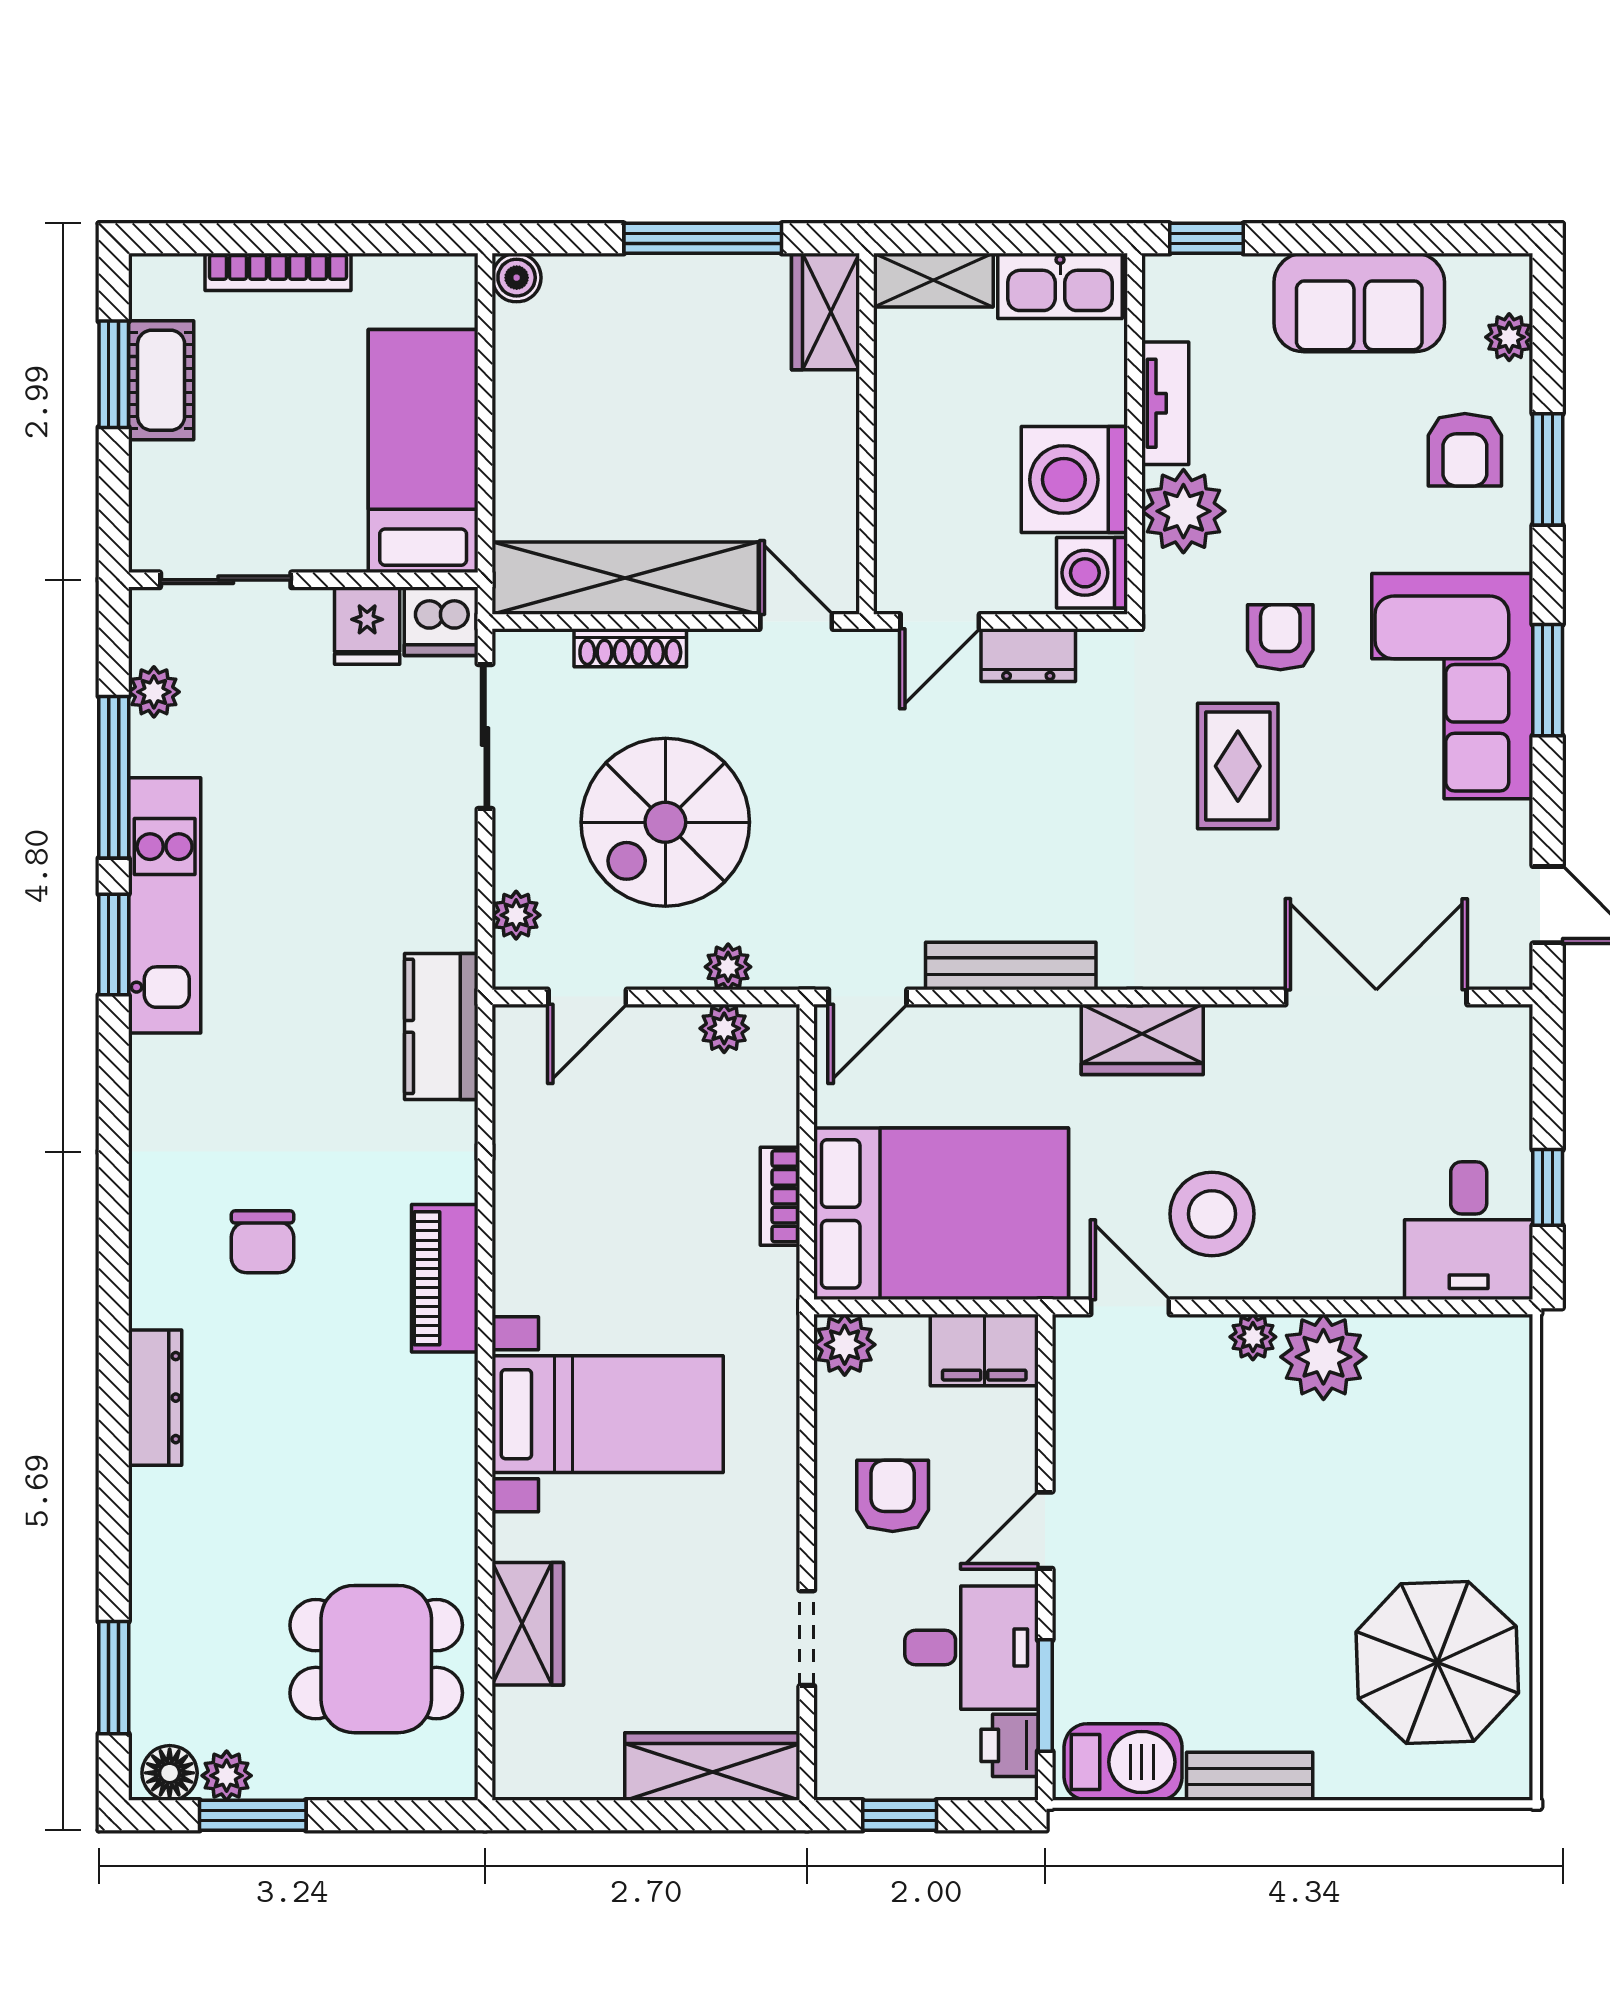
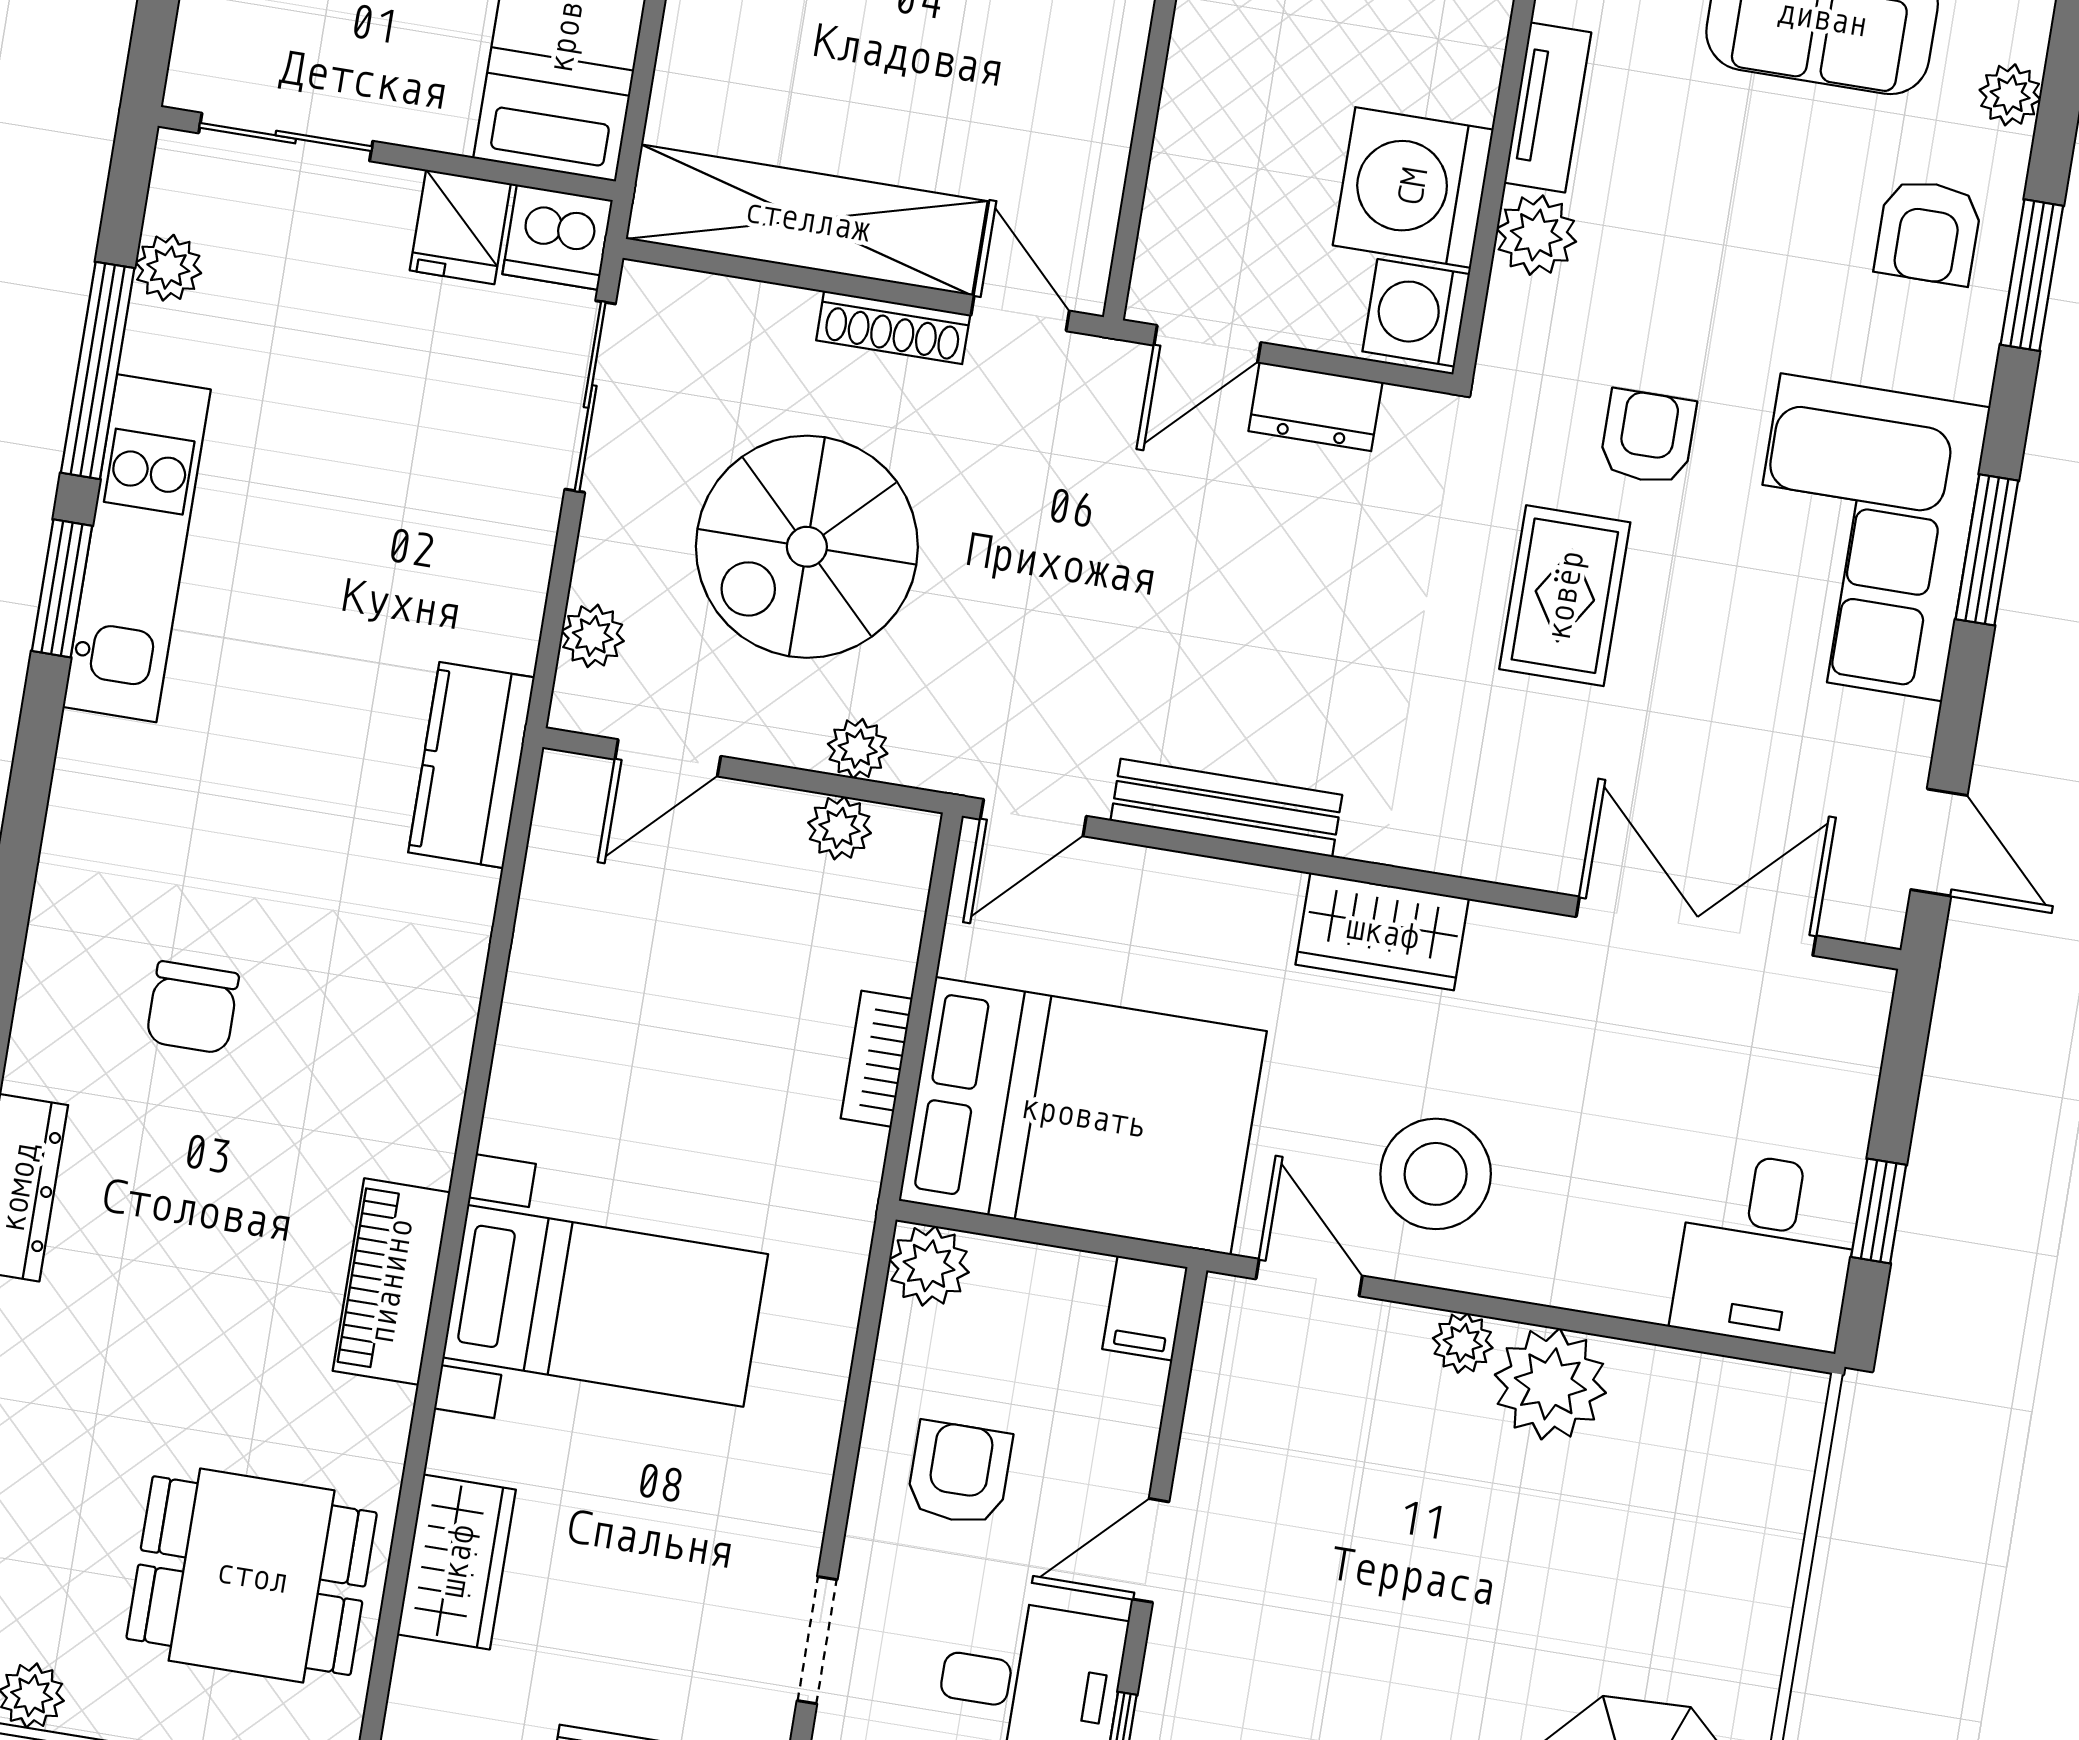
plant: (1183, 511) -> (1536, 235), width x0.73, depth x0.73
shoe rack: (630, 648) -> (893, 327), moved
piano: (445, 1278) -> (391, 1282), moved
filing cabinet: (984, 1350) -> (1145, 1308), width x0.50

